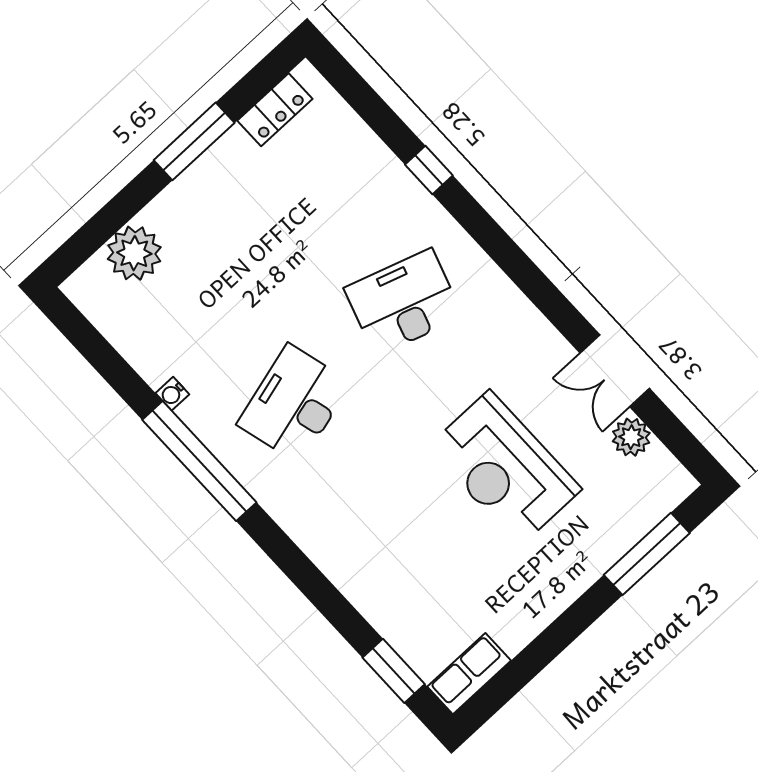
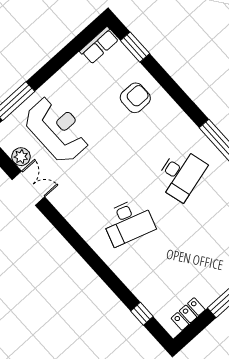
window: (429, 170) -> (142, 314), moved
reception desk: (505, 468) -> (57, 129), moved
armchair: (392, 564) -> (135, 98), added

